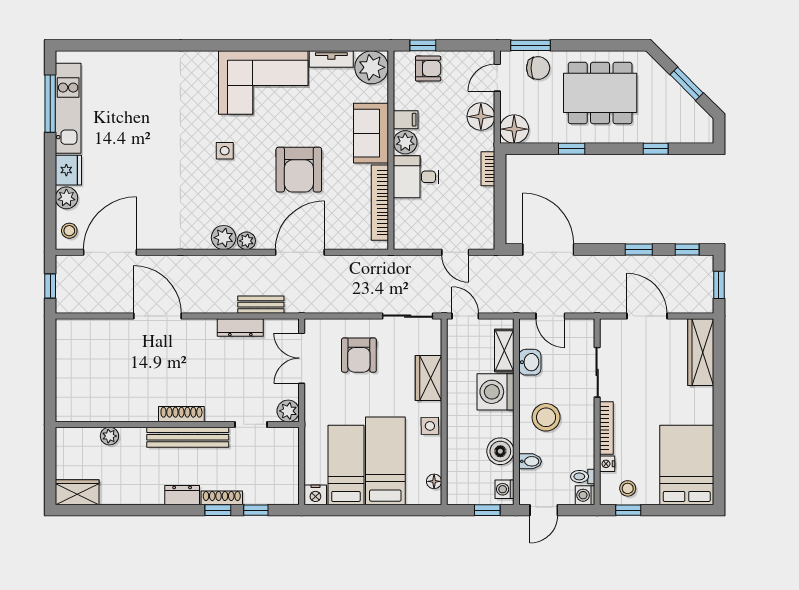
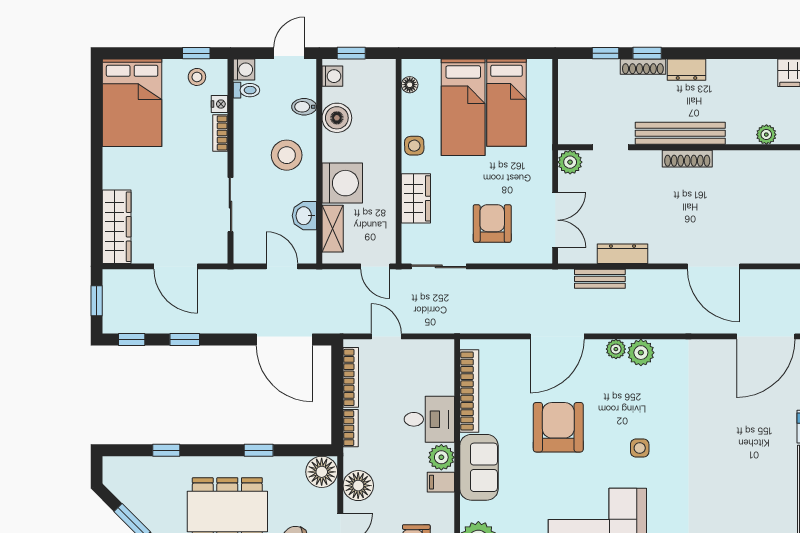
bookcase: (488, 215) -> (351, 377), added
bookcase: (606, 428) -> (220, 133), width x0.64
nightstand: (315, 495) -> (540, 70), removed

